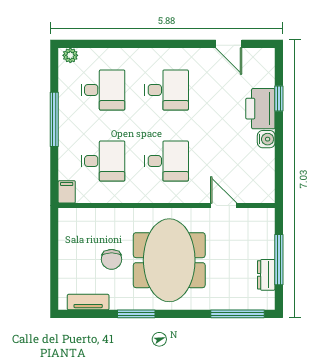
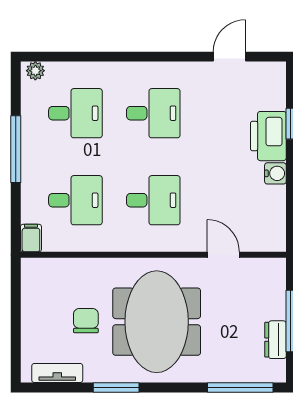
door: (229, 44) -> (229, 57), swing flipped
chair: (112, 259) -> (86, 321), turned 180

